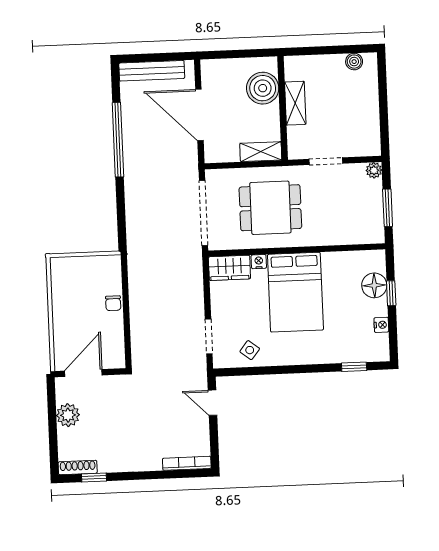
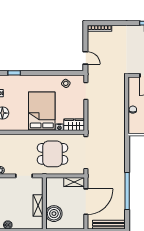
door: (199, 115) -> (86, 202), hinge flipped
shelving: (261, 152) -> (74, 182), moved

